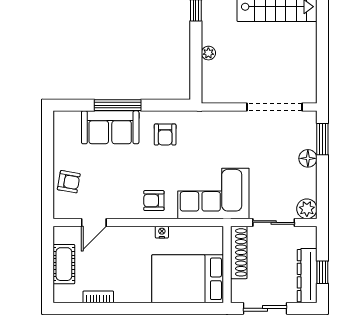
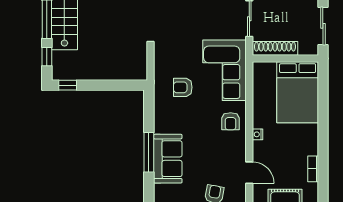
plant: (208, 53) -> (104, 75), removed
armchair: (165, 134) -> (183, 87), moved, turned 180
nightstand: (162, 232) -> (258, 134), moved

